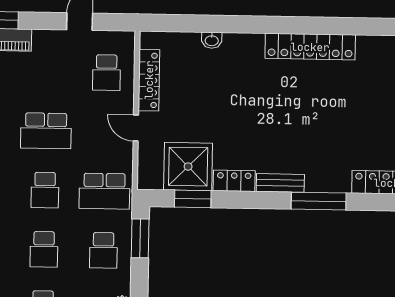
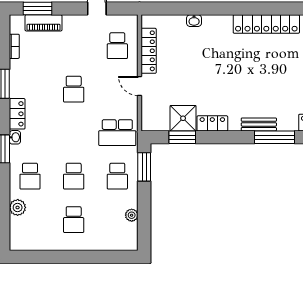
school desk: (46, 131) -> (74, 89), width x0.54
shower: (188, 167) -> (183, 118), width x0.73, depth x0.73
bench: (280, 183) -> (259, 124), moved
school desk: (45, 190) -> (74, 133), removed

